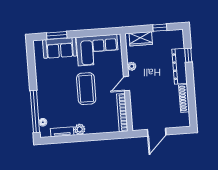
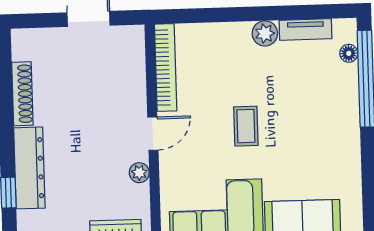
coffee table: (86, 89) -> (246, 126), width x0.54, depth x0.58

